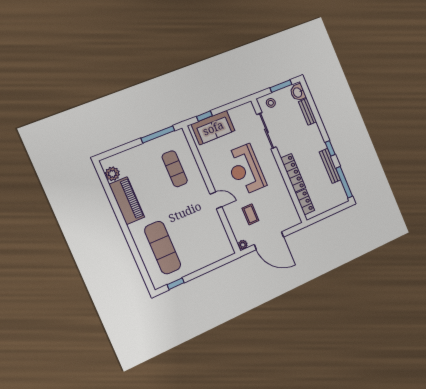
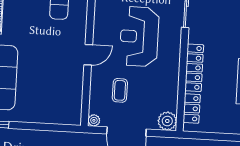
door: (216, 200) -> (88, 55), hinge flipped
plant: (293, 219) -> (167, 121), added

